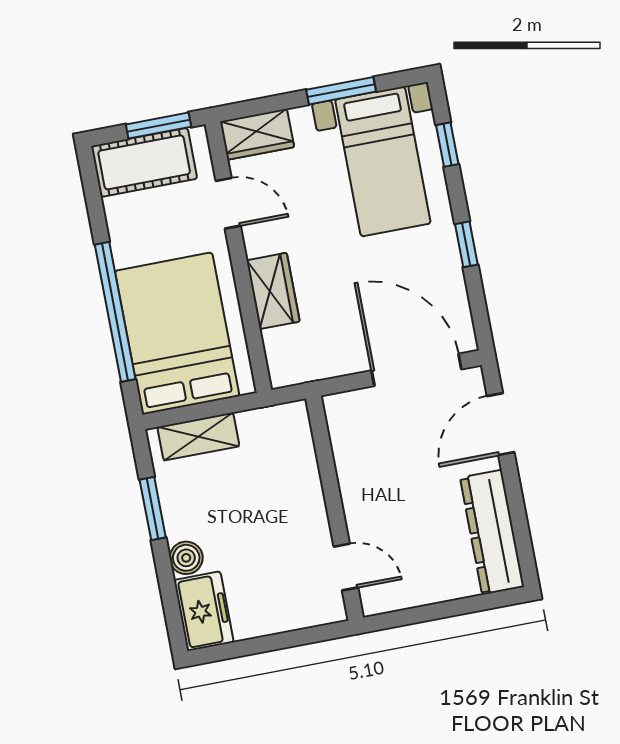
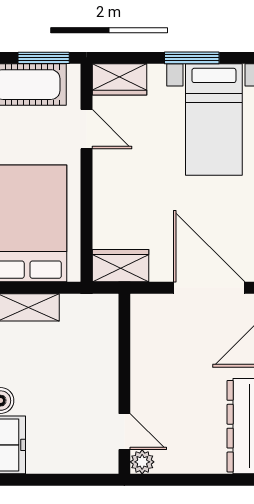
wardrobe: (273, 291) -> (120, 266), moved, turned -90
plant: (375, 600) -> (142, 462), added

